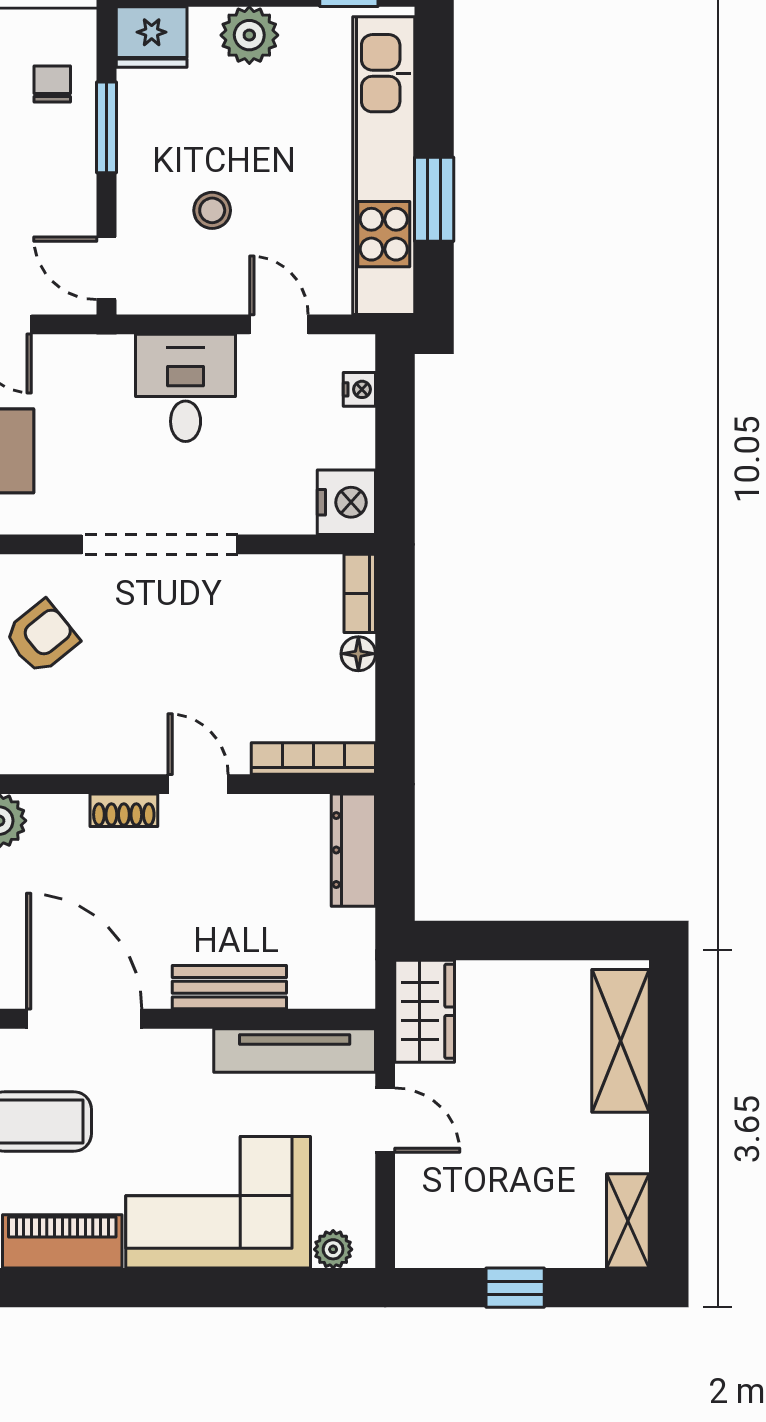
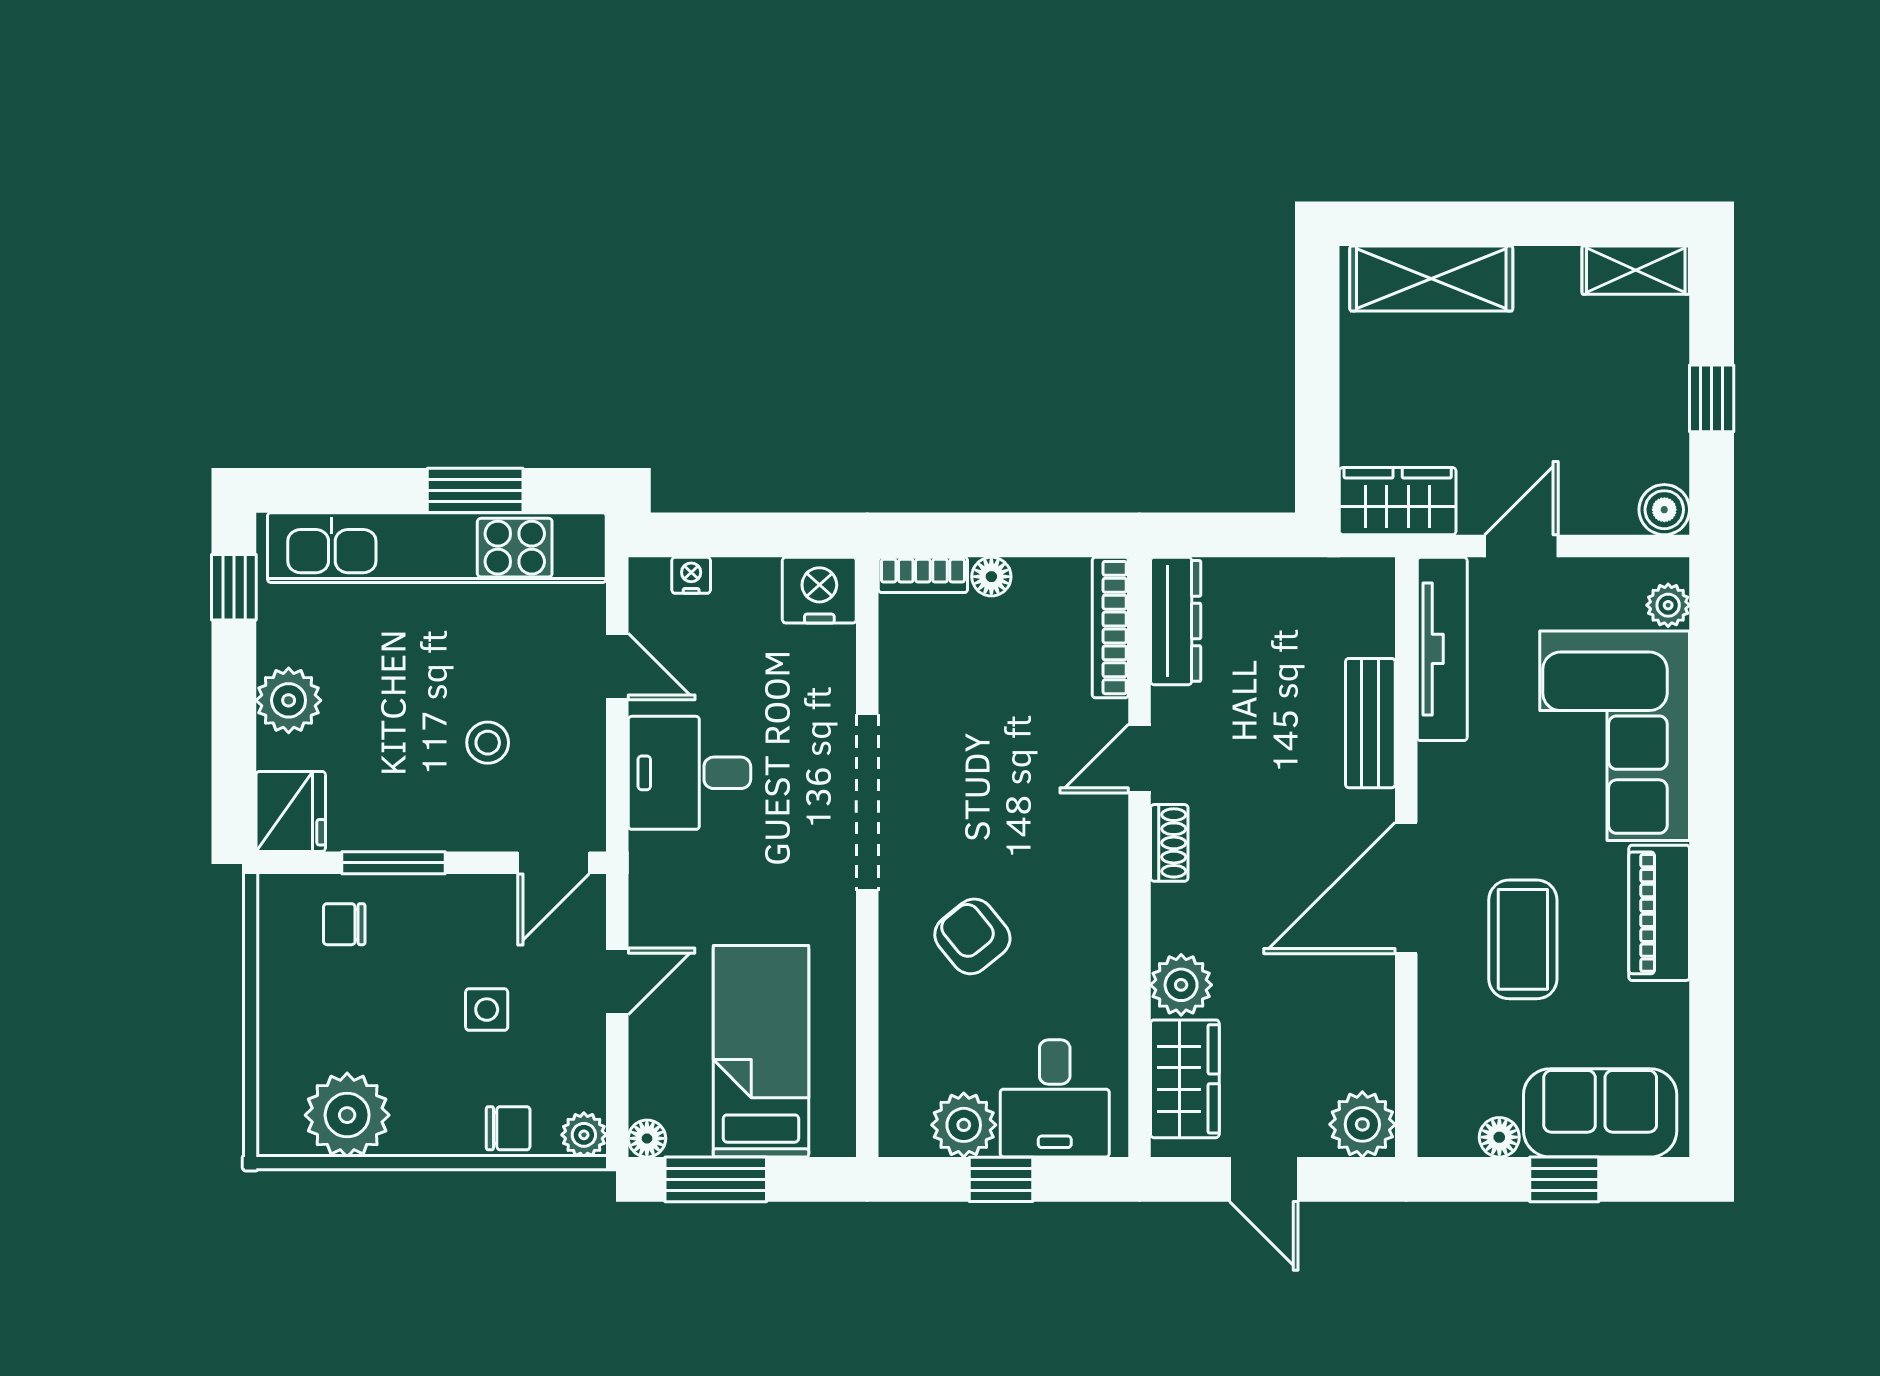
door: (279, 324) -> (617, 667), swing flipped
dresser: (353, 850) -> (1176, 621), moved, turned -90
boiler: (417, 1246) -> (1664, 510), added

